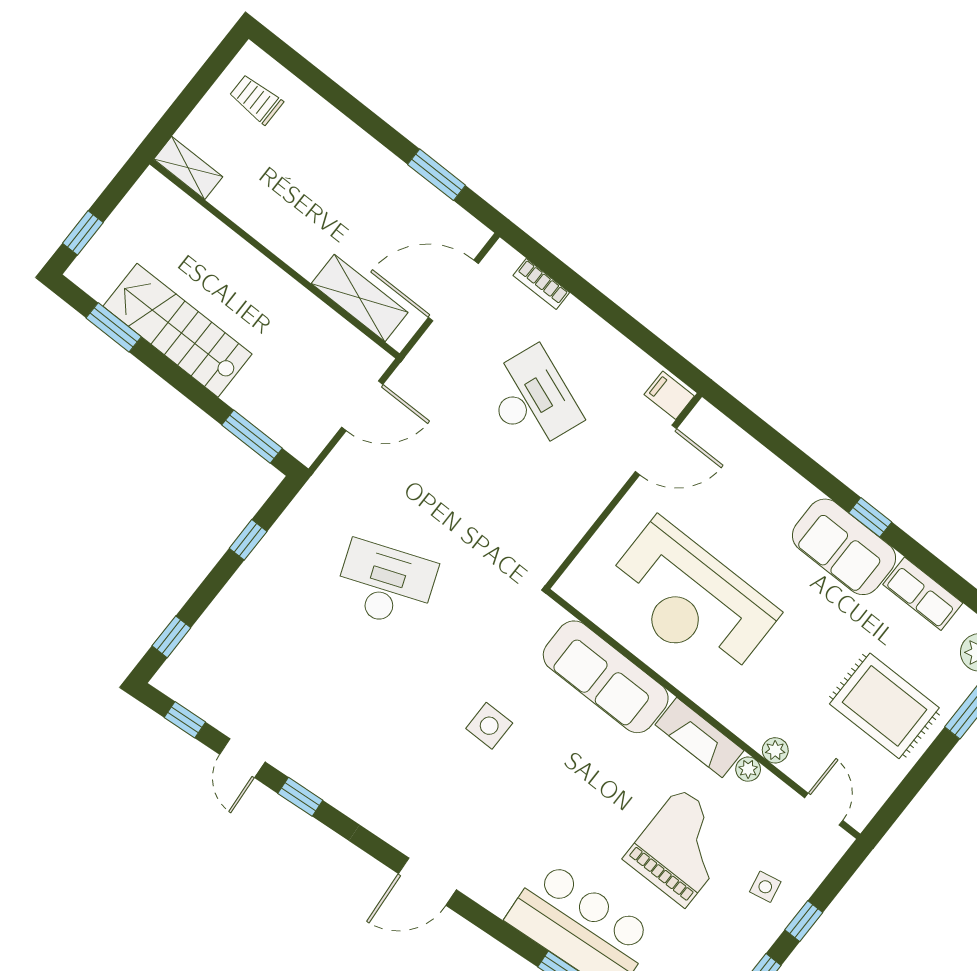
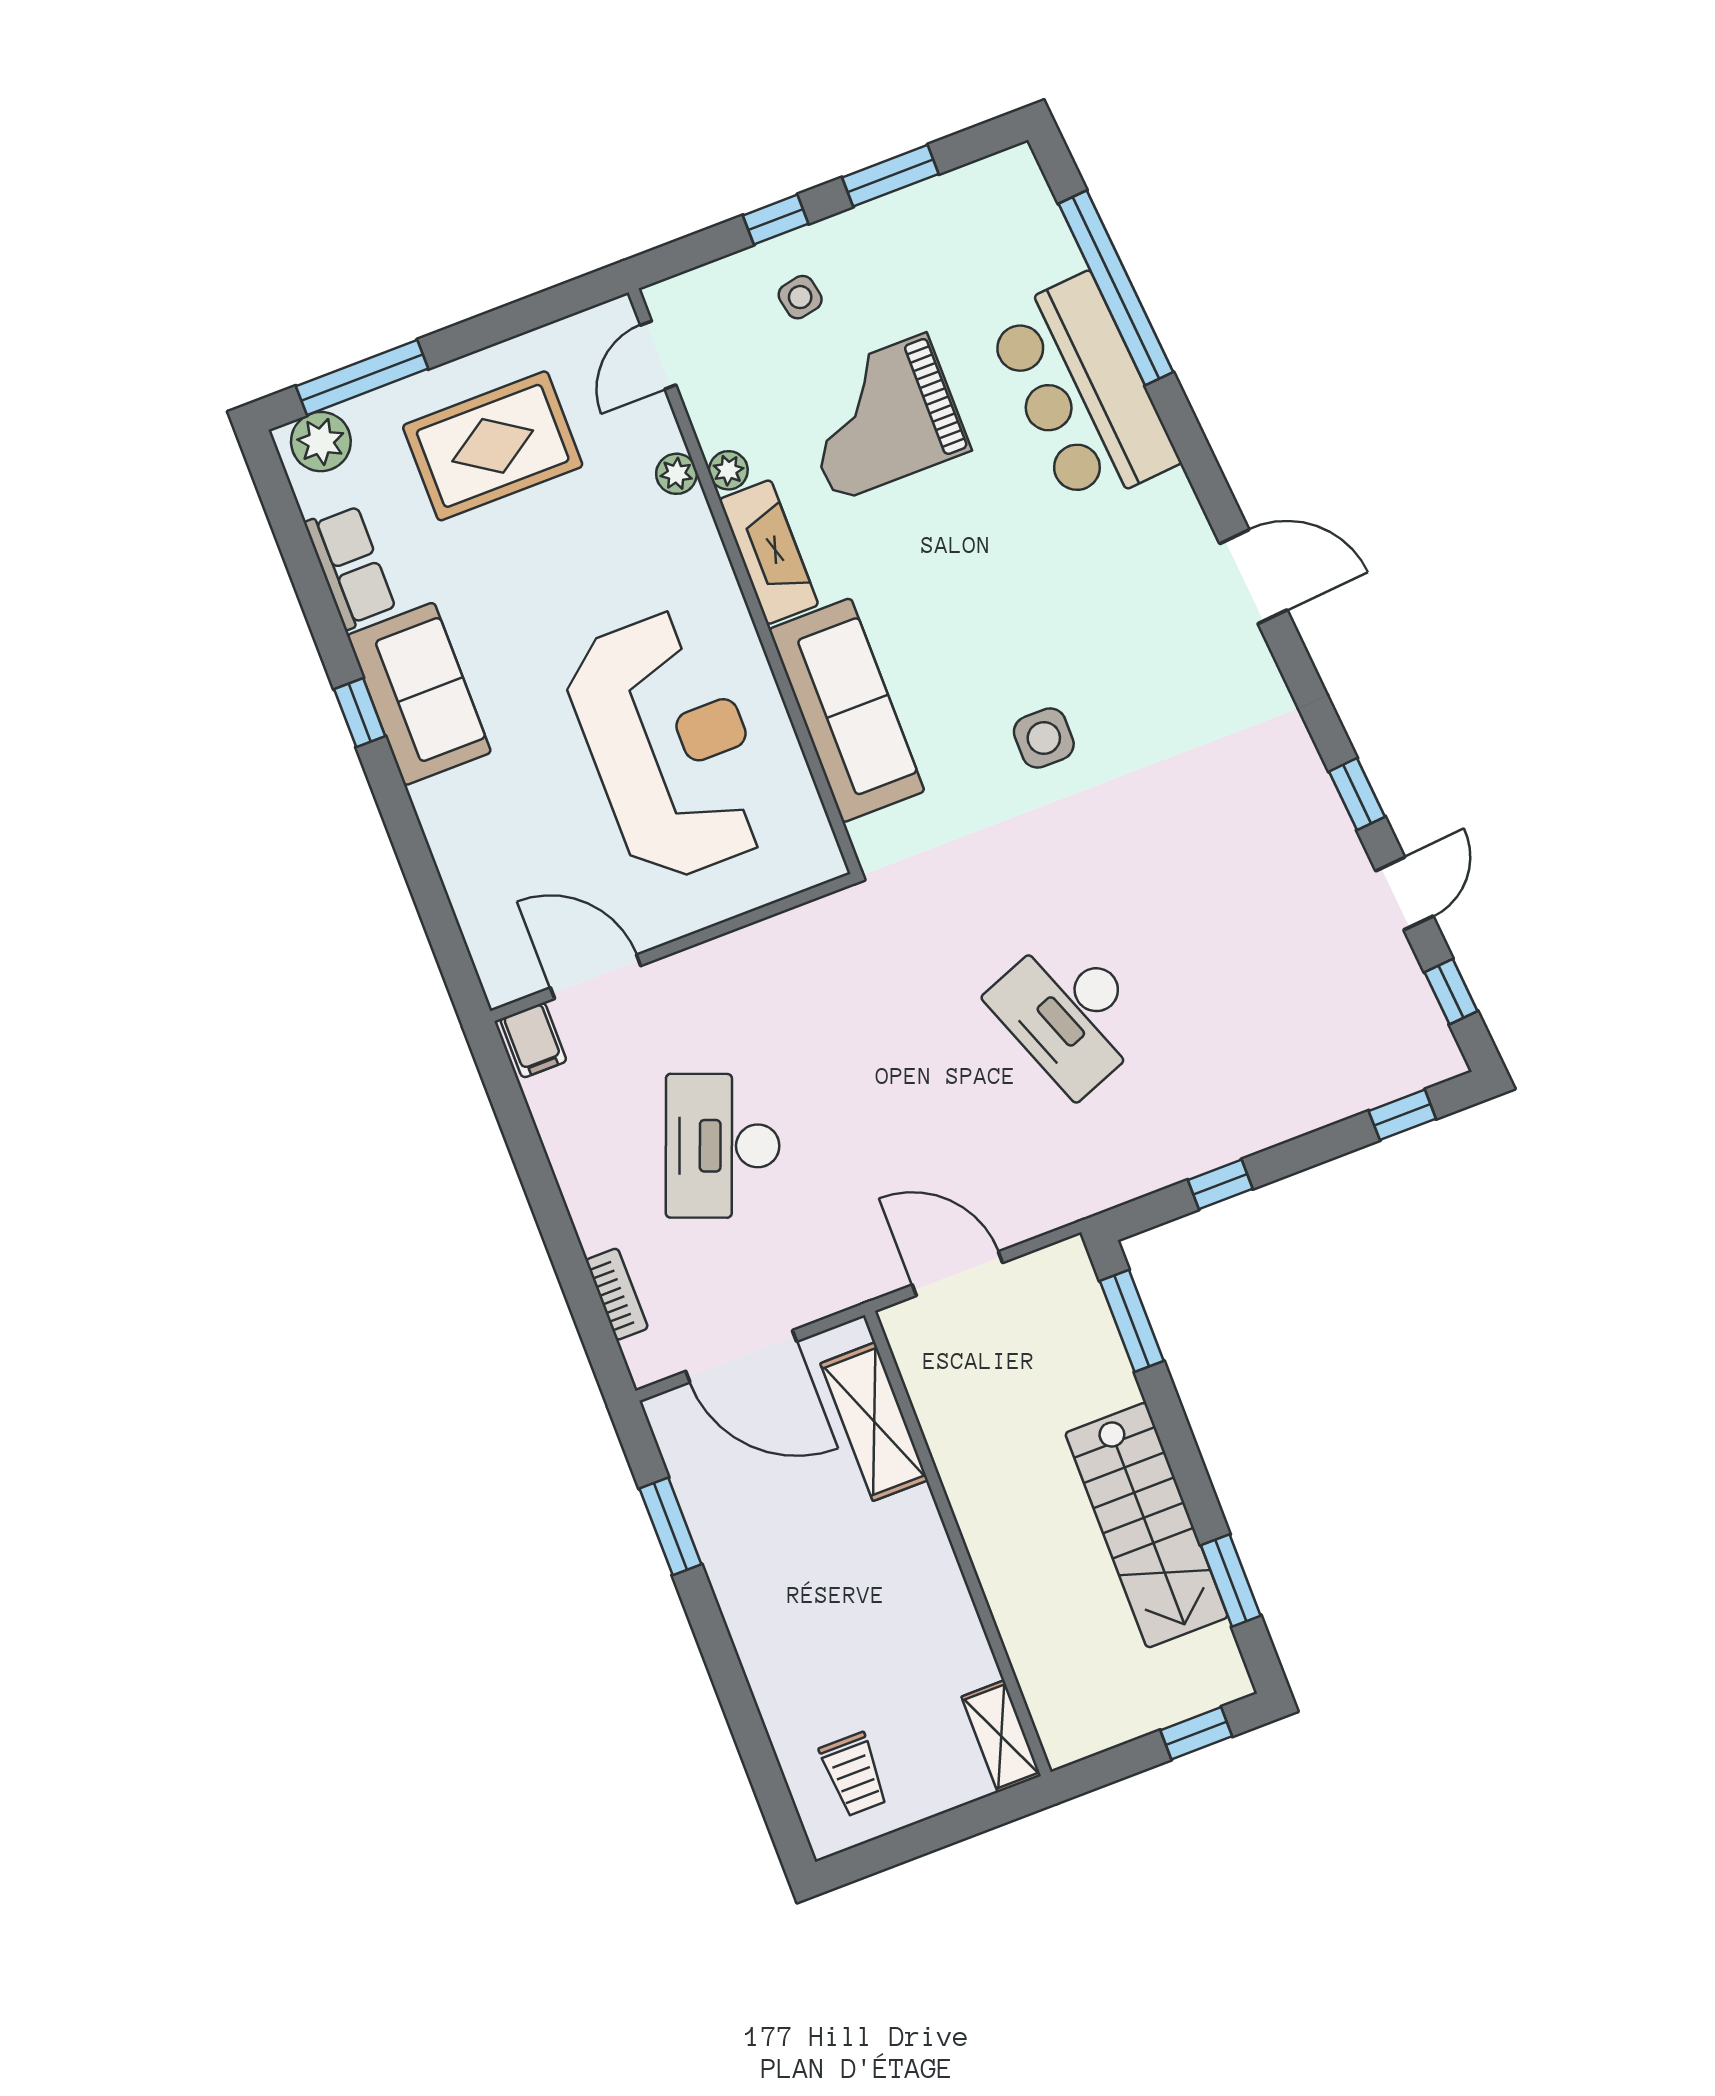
rug: (884, 706) -> (493, 446), turned 90

